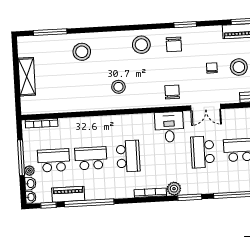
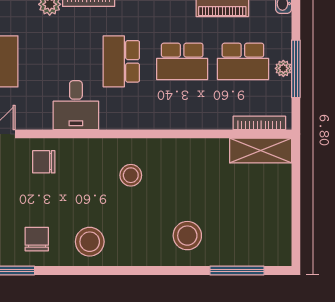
shelving: (27, 77) -> (261, 151), moved, turned 90
chair: (172, 92) -> (44, 162), turned 90
desk: (169, 127) -> (76, 105), moved
plant: (29, 171) -> (283, 68), moved
washbasin: (30, 184) -> (283, 26), removed

